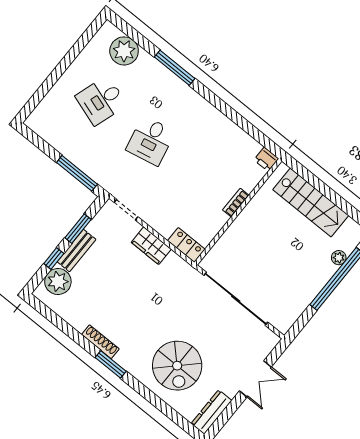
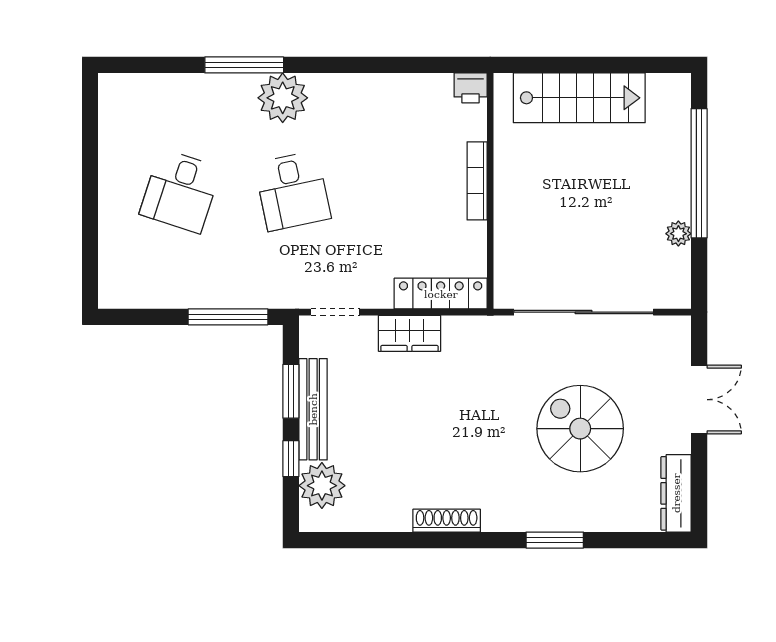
plant: (124, 51) -> (283, 98), moved
bookcase: (236, 203) -> (477, 181), width x1.56
locker: (186, 245) -> (441, 294), width x1.53
bench: (77, 251) -> (313, 409), width x1.36
plant: (339, 258) -> (678, 234), moved
window: (111, 364) -> (555, 540), moved
spiral stairs: (177, 366) -> (580, 429), moved, turned 180

